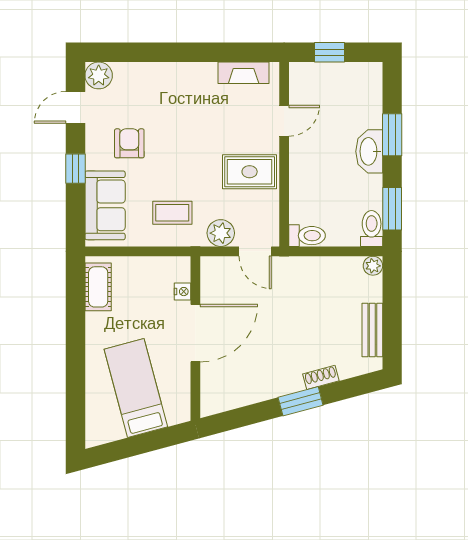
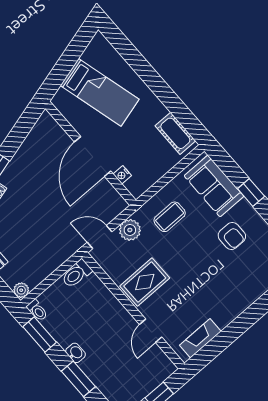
washbasin: (369, 151) -> (76, 353), width x0.52, depth x0.69
toilet: (372, 229) -> (37, 310), width x0.73, depth x0.72

